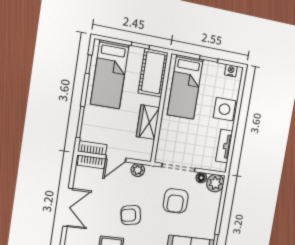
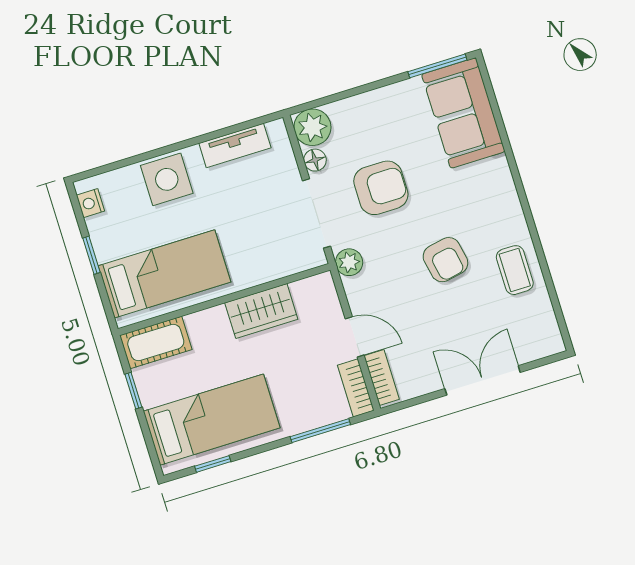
cot: (153, 73) -> (156, 342), width x0.73, depth x0.75
plant: (138, 170) -> (349, 262), moved

